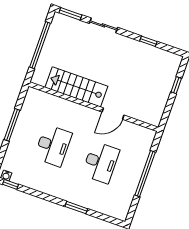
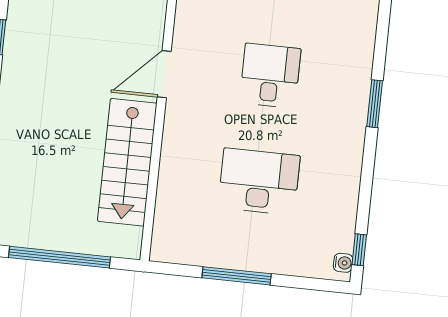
door: (113, 114) -> (164, 74), swing flipped
desk: (101, 162) -> (270, 76), width x0.73

